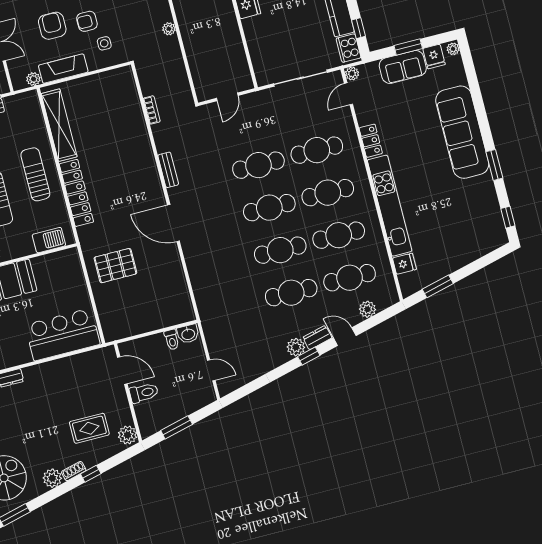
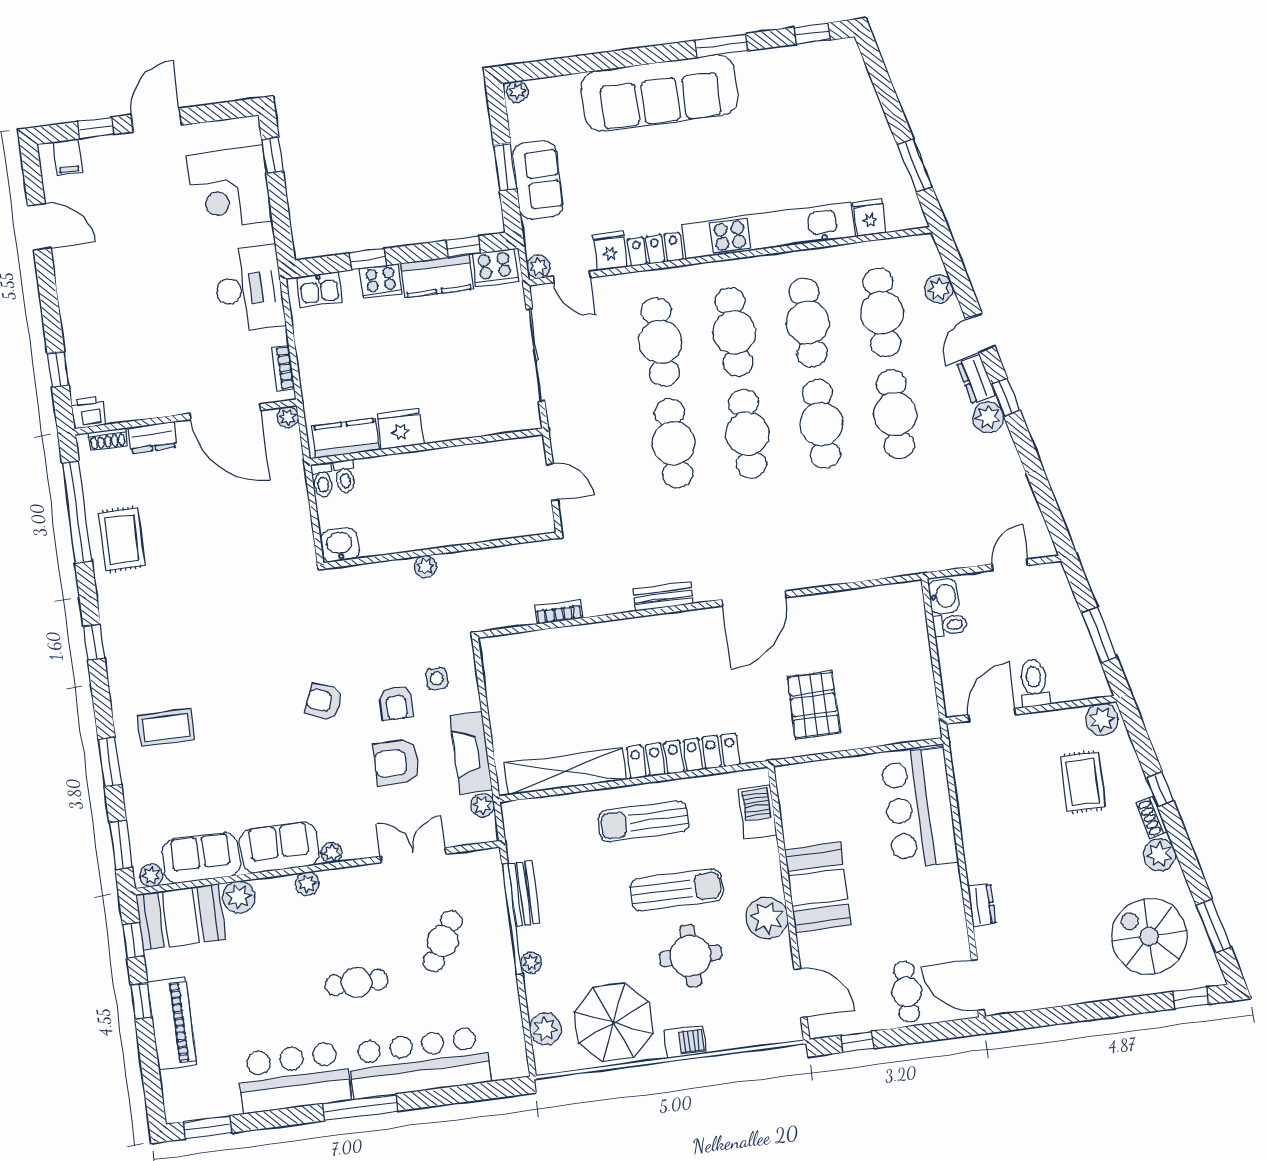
fridge: (434, 57) -> (610, 251), moved, turned -90

